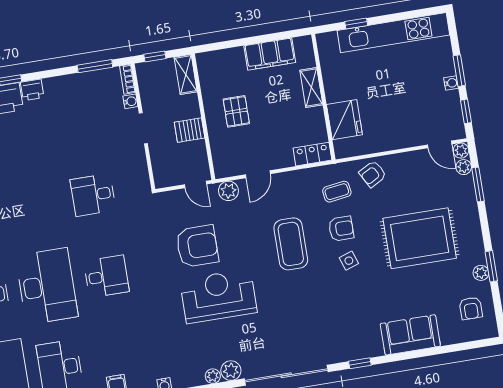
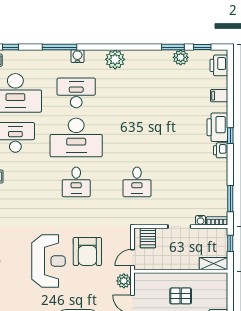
server rack: (190, 130) -> (148, 238), moved, turned 180
desk: (93, 195) -> (137, 182), turned 180

